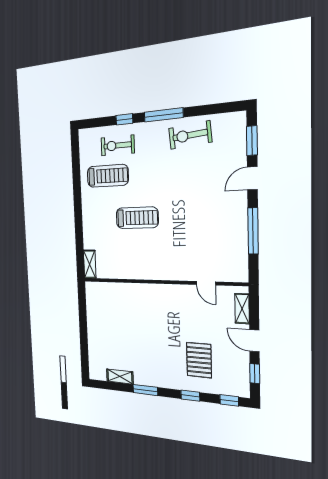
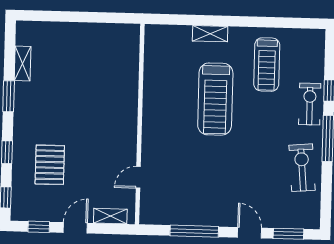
exercise bike: (118, 145) -> (310, 104), moved
treadmill: (137, 218) -> (215, 99), width x1.37, depth x1.38
shelving: (90, 264) -> (210, 34), moved
pallet: (199, 360) -> (50, 165), turned 90

